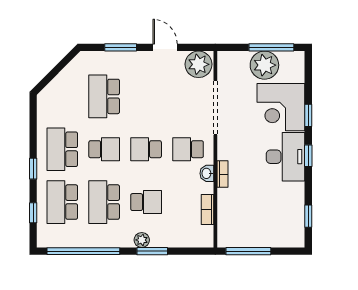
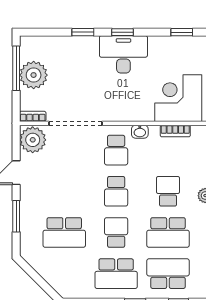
corner desk: (281, 107) -> (178, 98), moved, turned 180
bookcase: (222, 174) -> (33, 116), moved
school desk: (62, 202) -> (168, 274), turned 180

